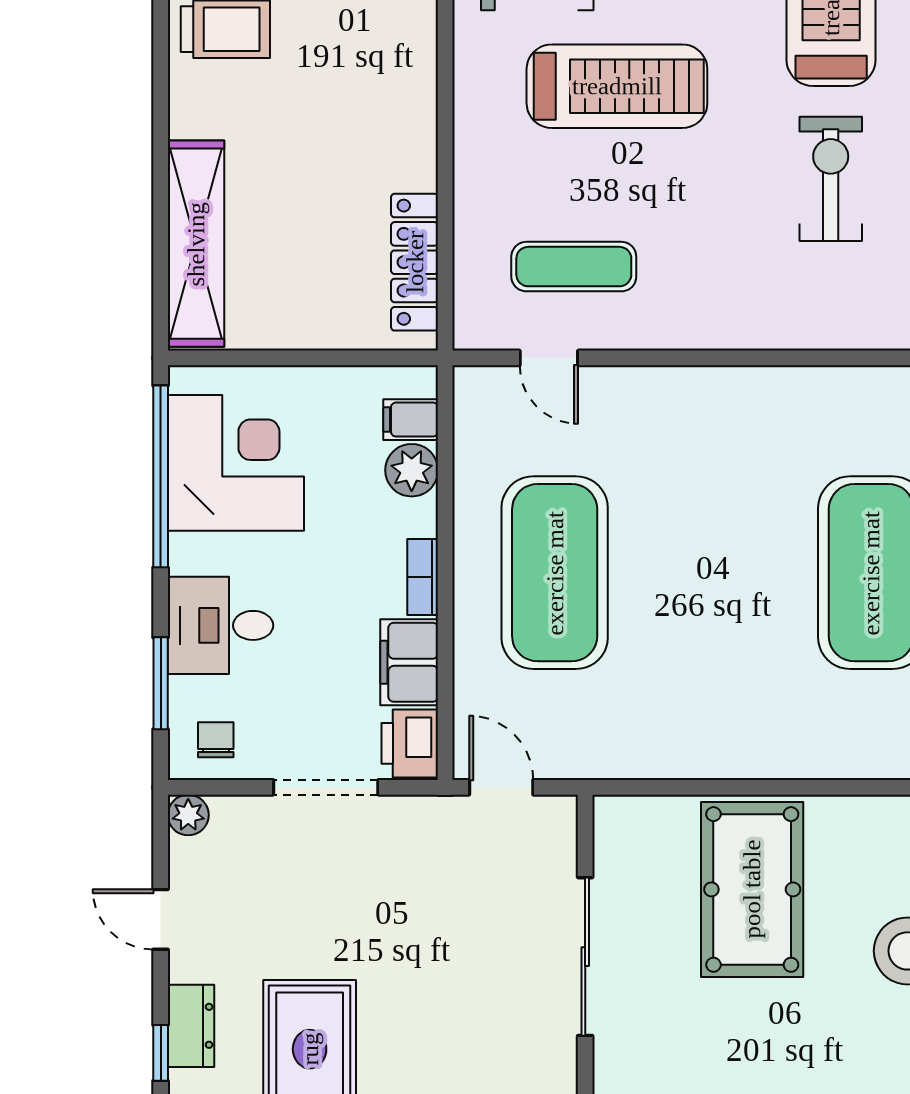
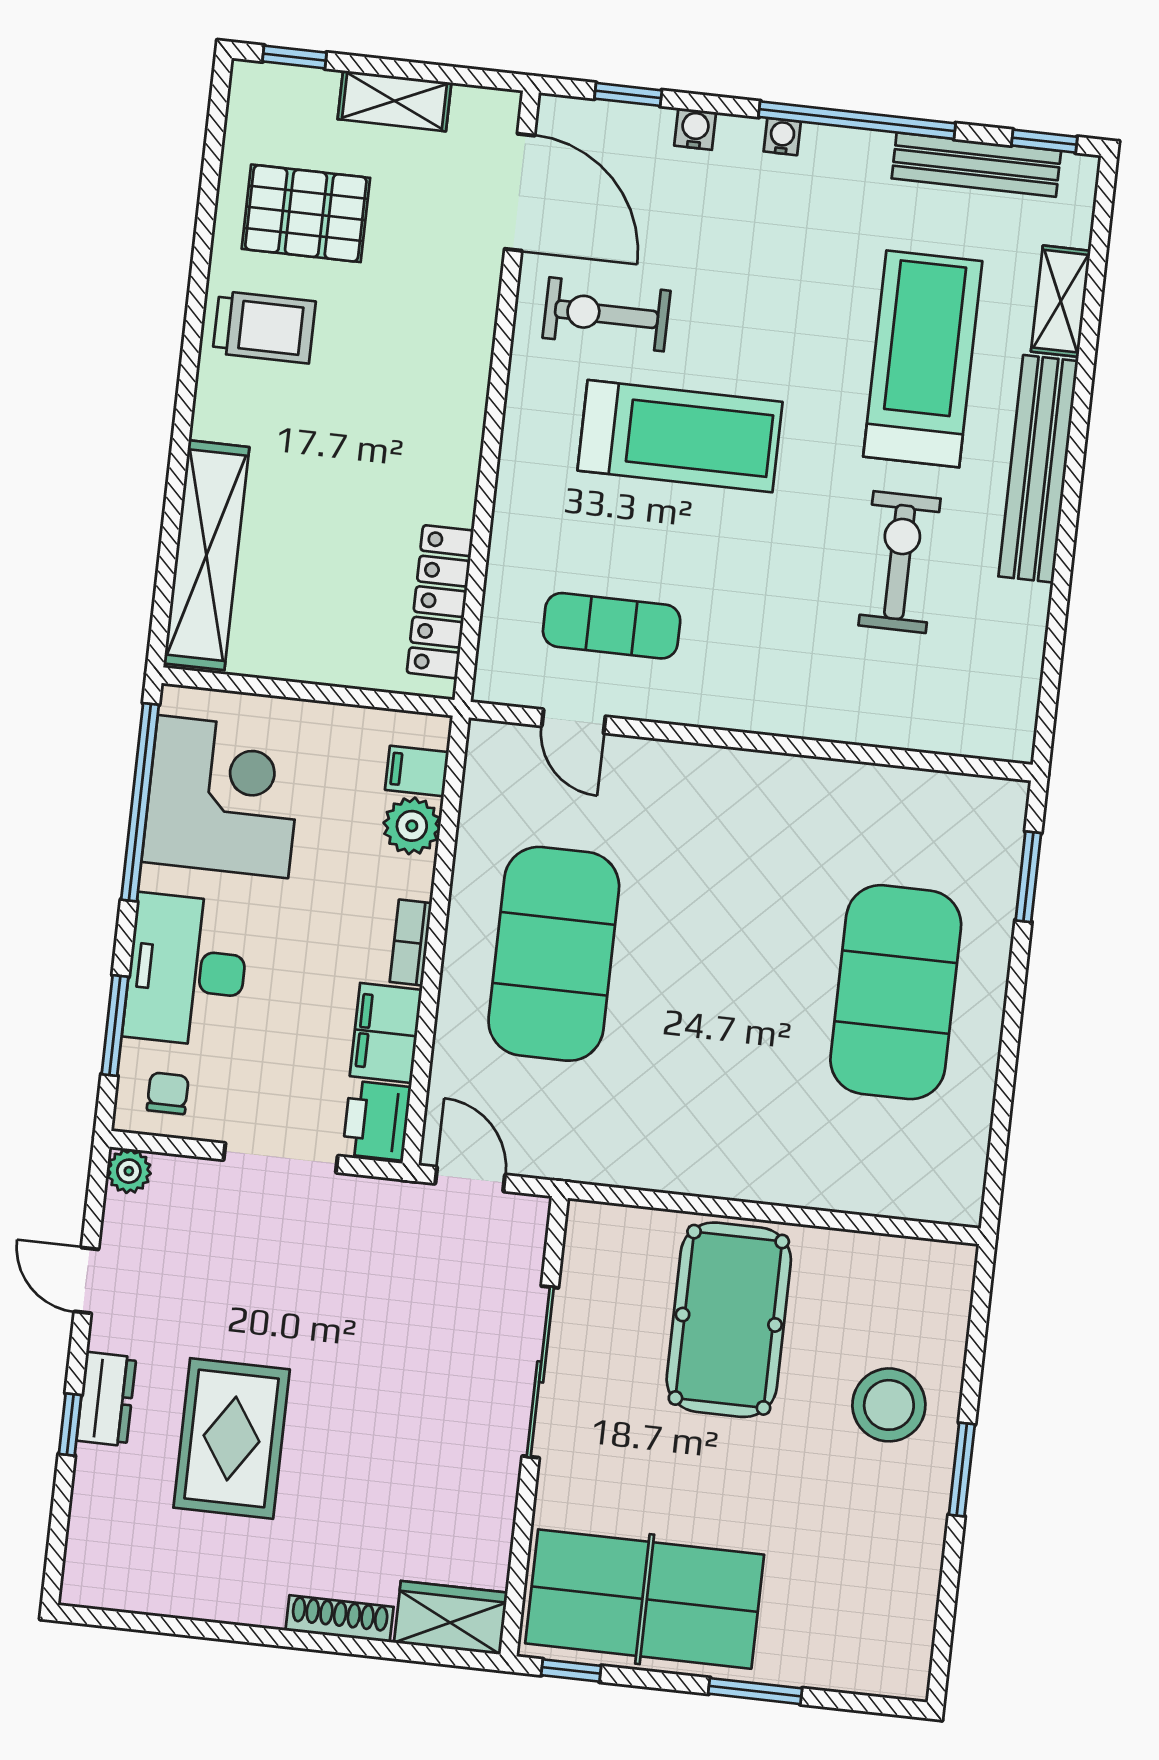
desk: (220, 625) -> (187, 970), width x1.37

